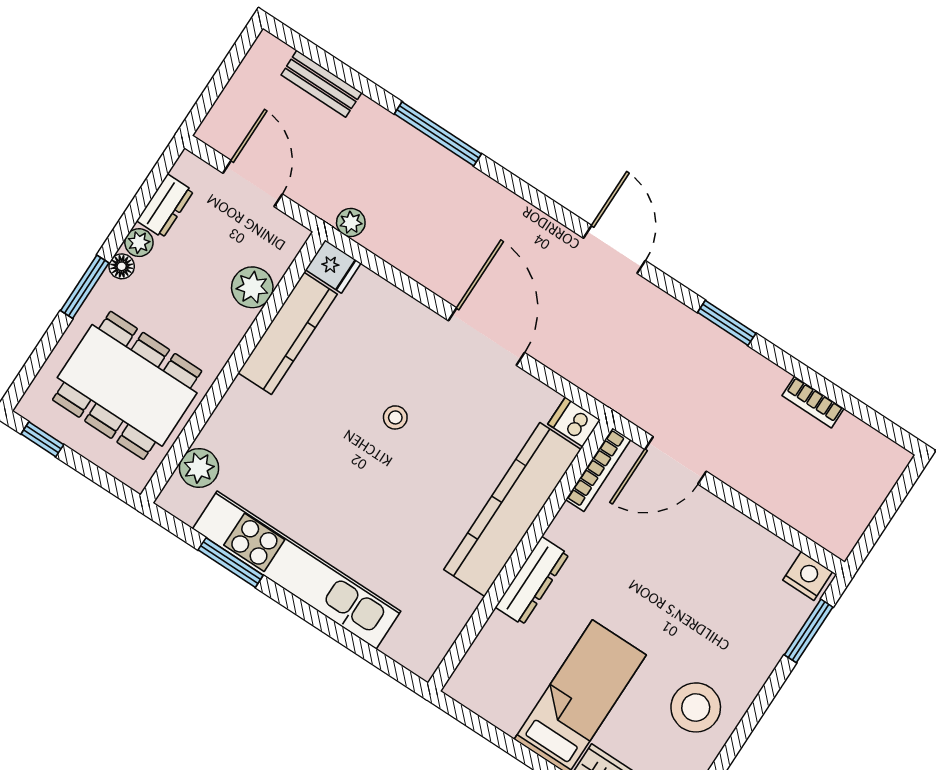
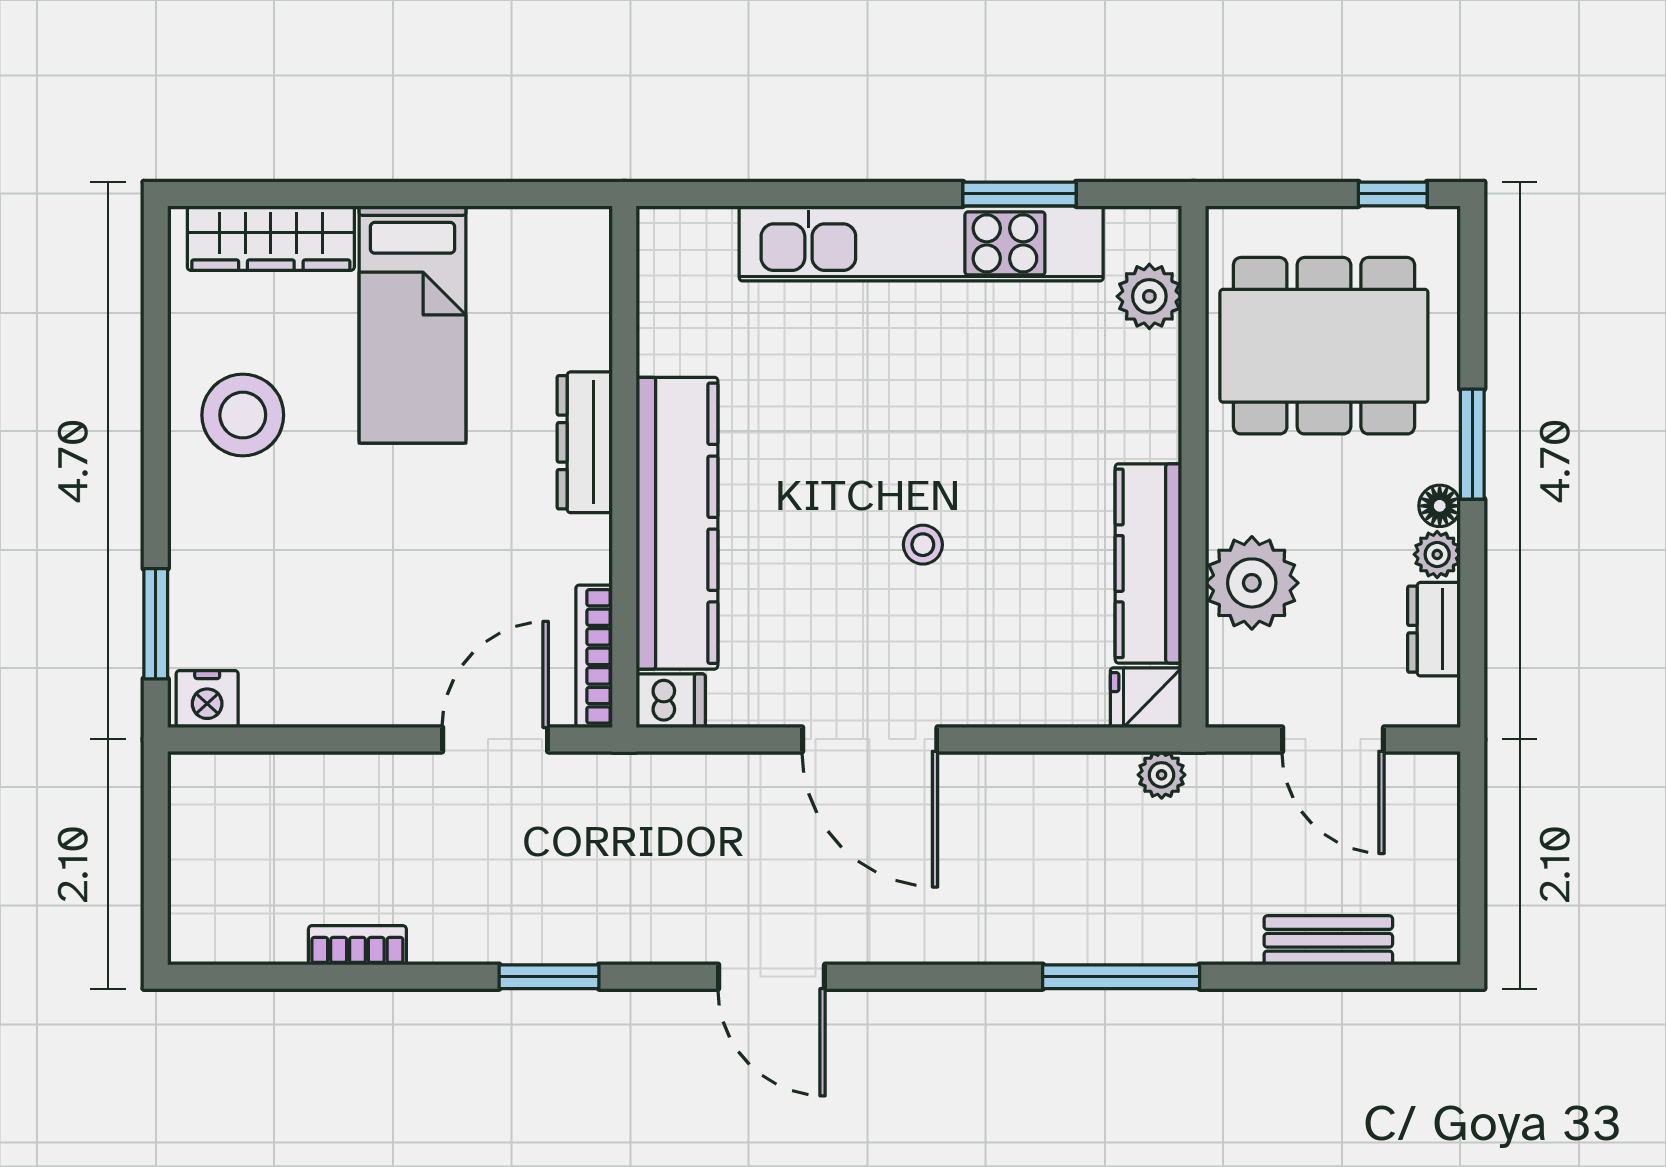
plant: (252, 287) -> (1252, 583), width x1.36, depth x1.36

